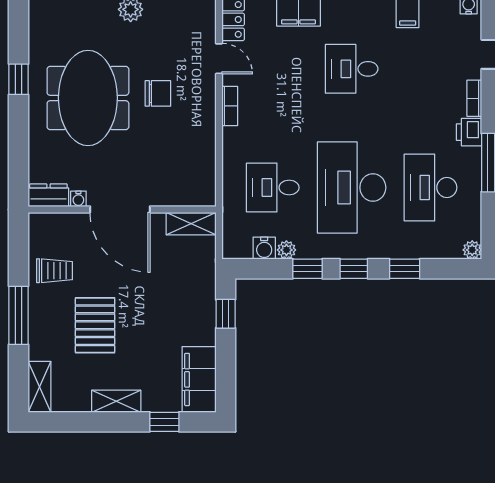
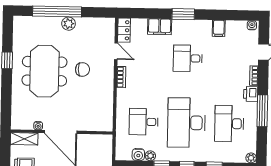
dresser: (48, 195) -> (22, 123), removed
shelving: (191, 224) -> (24, 139), moved

